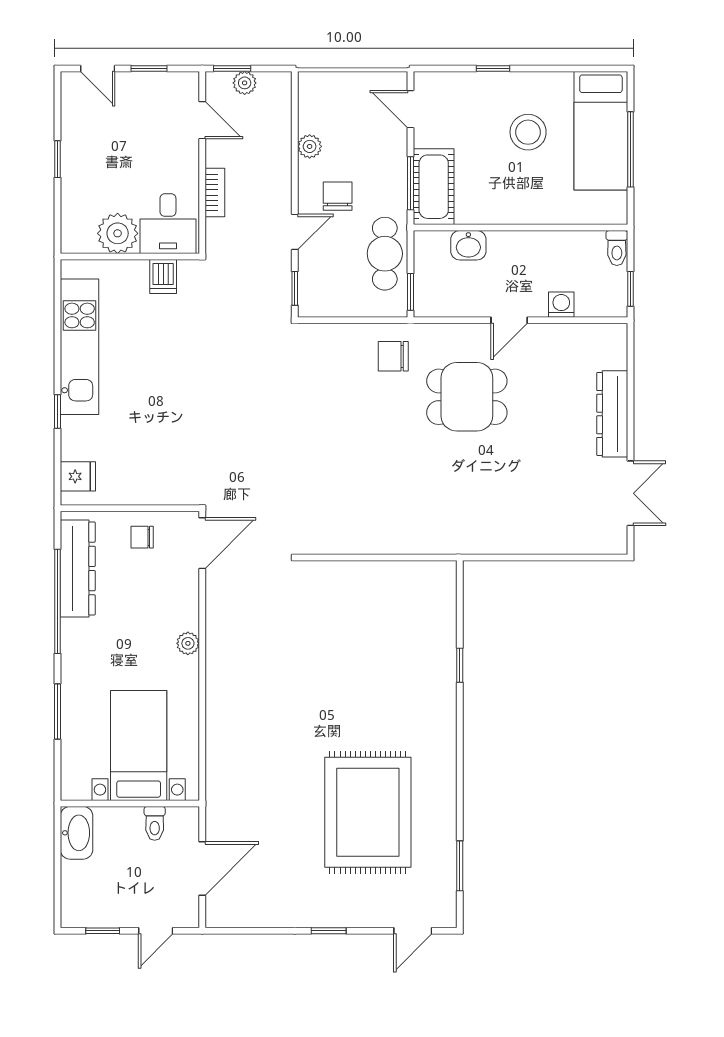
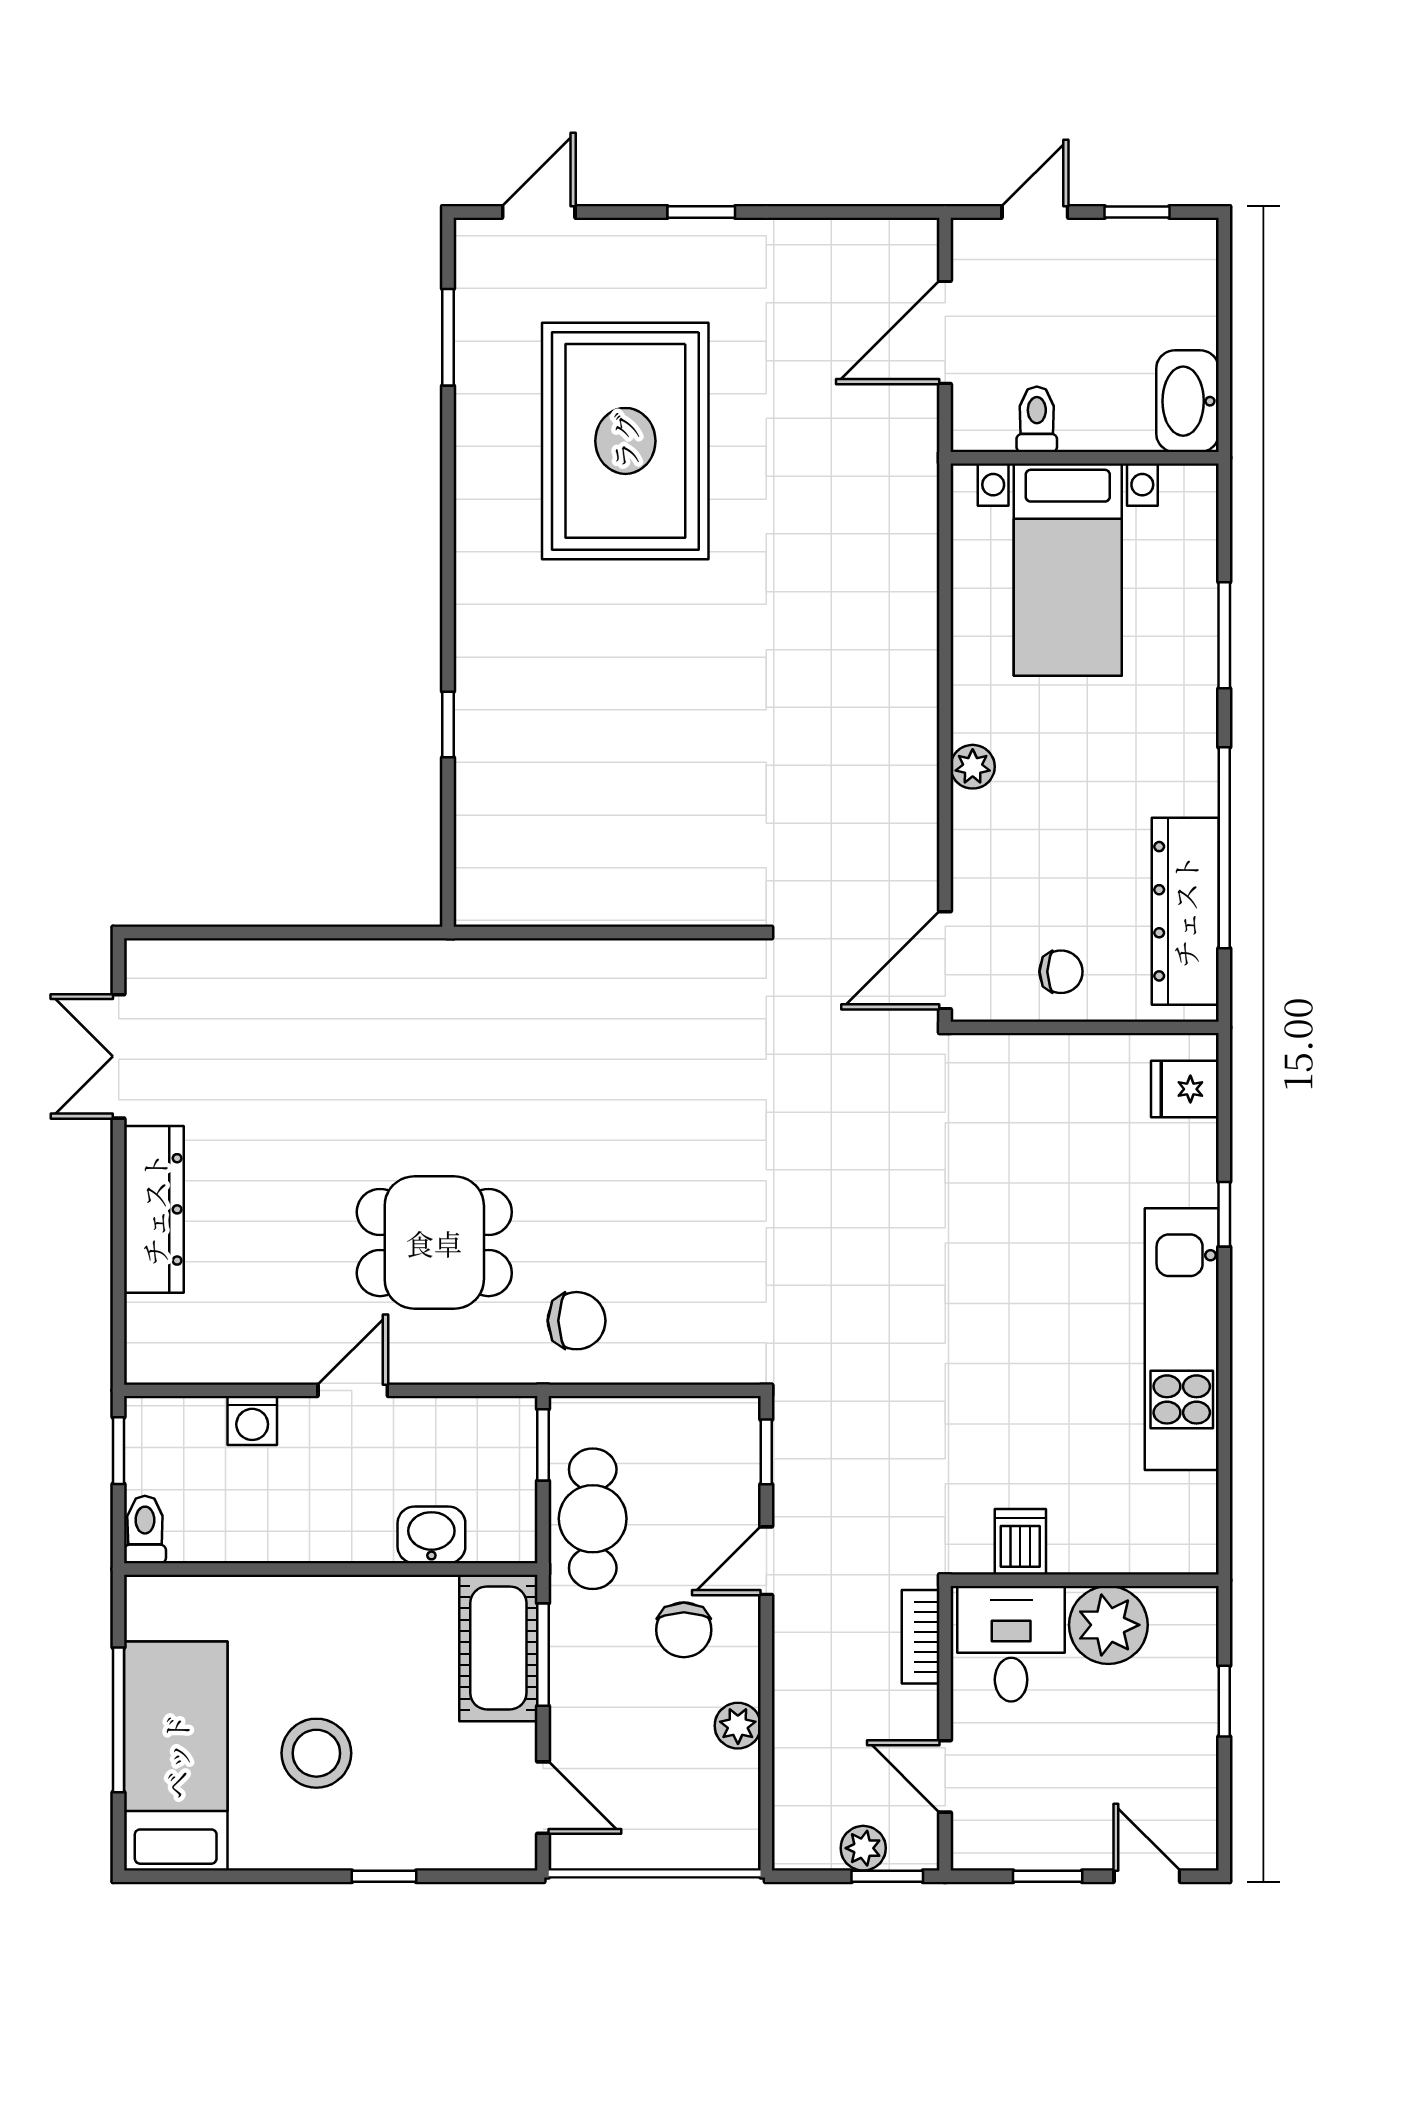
desk: (168, 224) -> (1011, 1644), moved
plant: (118, 233) -> (1108, 1625), moved
wall: (130, 257) -> (1085, 1580), moved
dishwasher: (163, 276) -> (1020, 1542), moved

